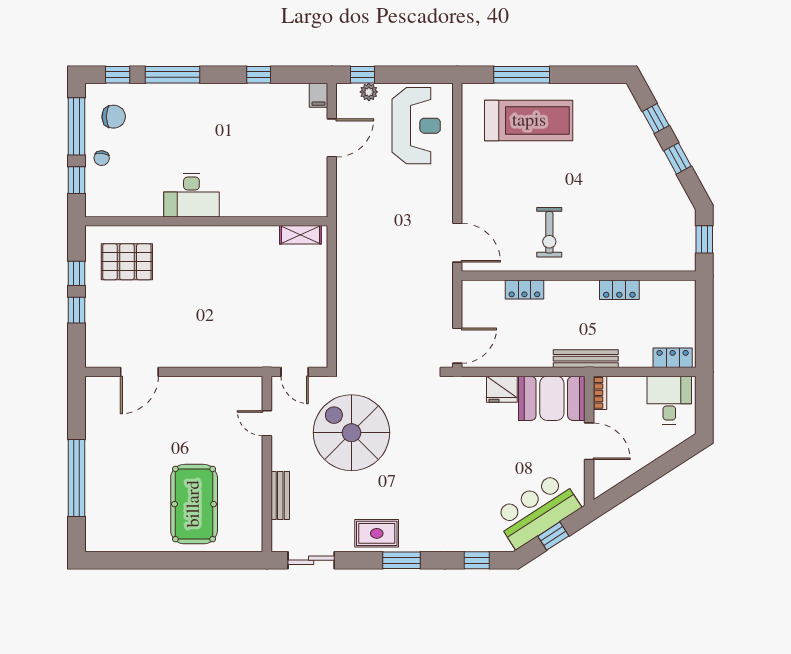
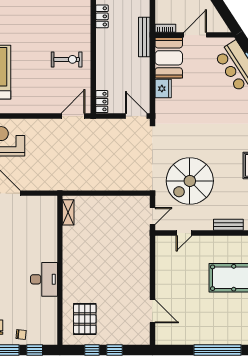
locker: (524, 289) -> (102, 102), moved

